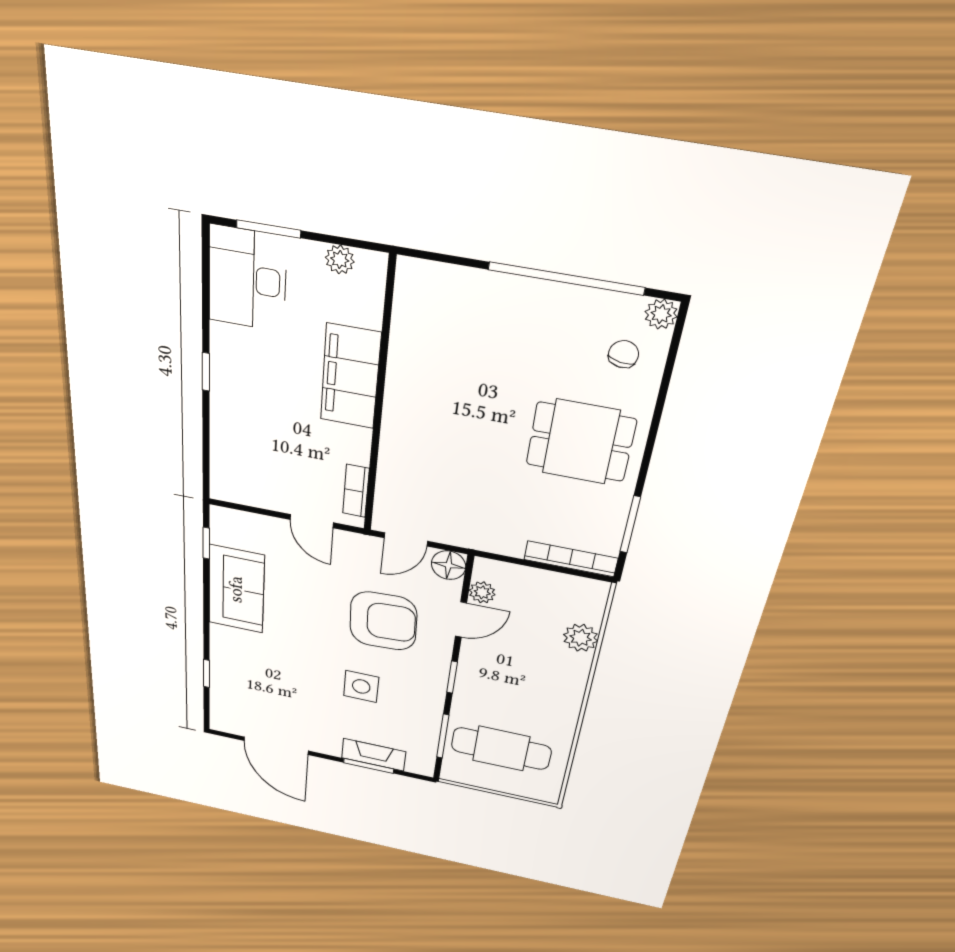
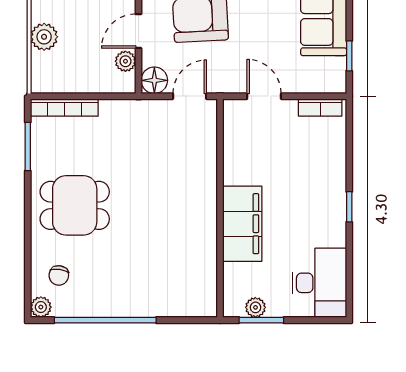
window: (269, 229) -> (261, 320), moved
bookcase: (356, 491) -> (320, 108), moved, turned 90

